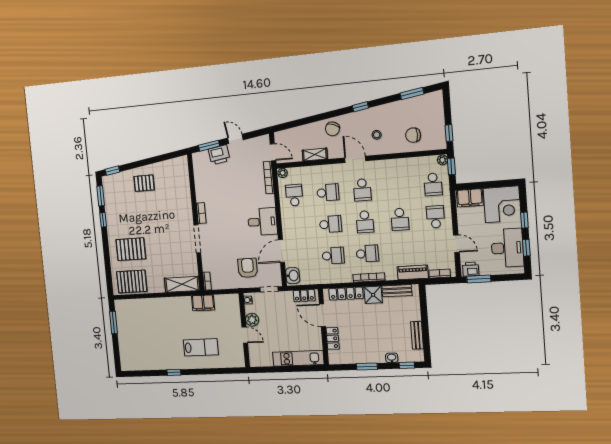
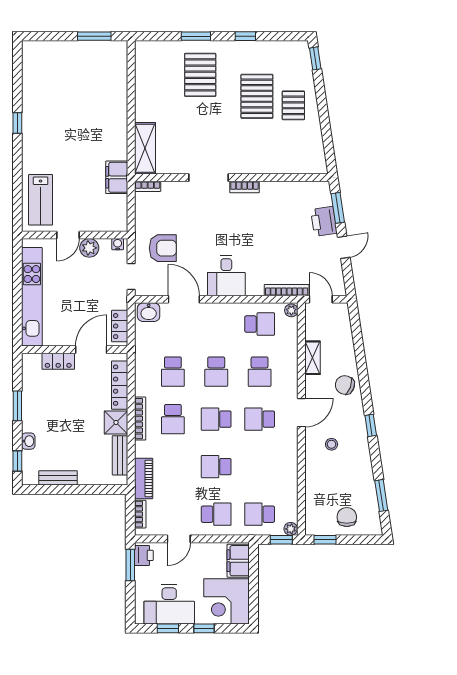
chair: (413, 135) -> (347, 517), moved
door: (273, 152) -> (321, 299), swing flipped
window: (101, 196) -> (196, 36), moved
pallet: (132, 282) -> (257, 96), moved
lab bench: (201, 347) -> (41, 200), moved
kitchen unit: (298, 358) -> (32, 297), width x1.36

